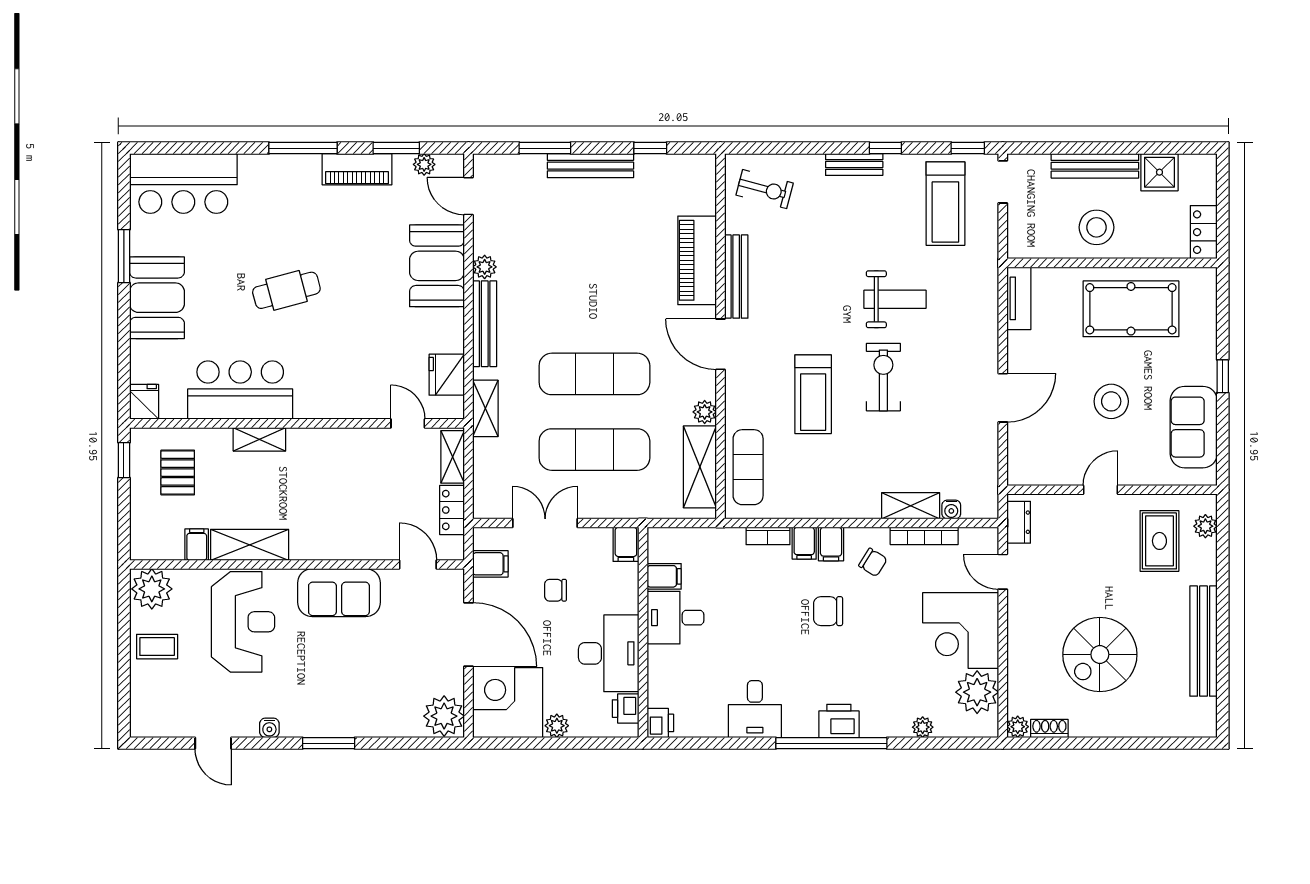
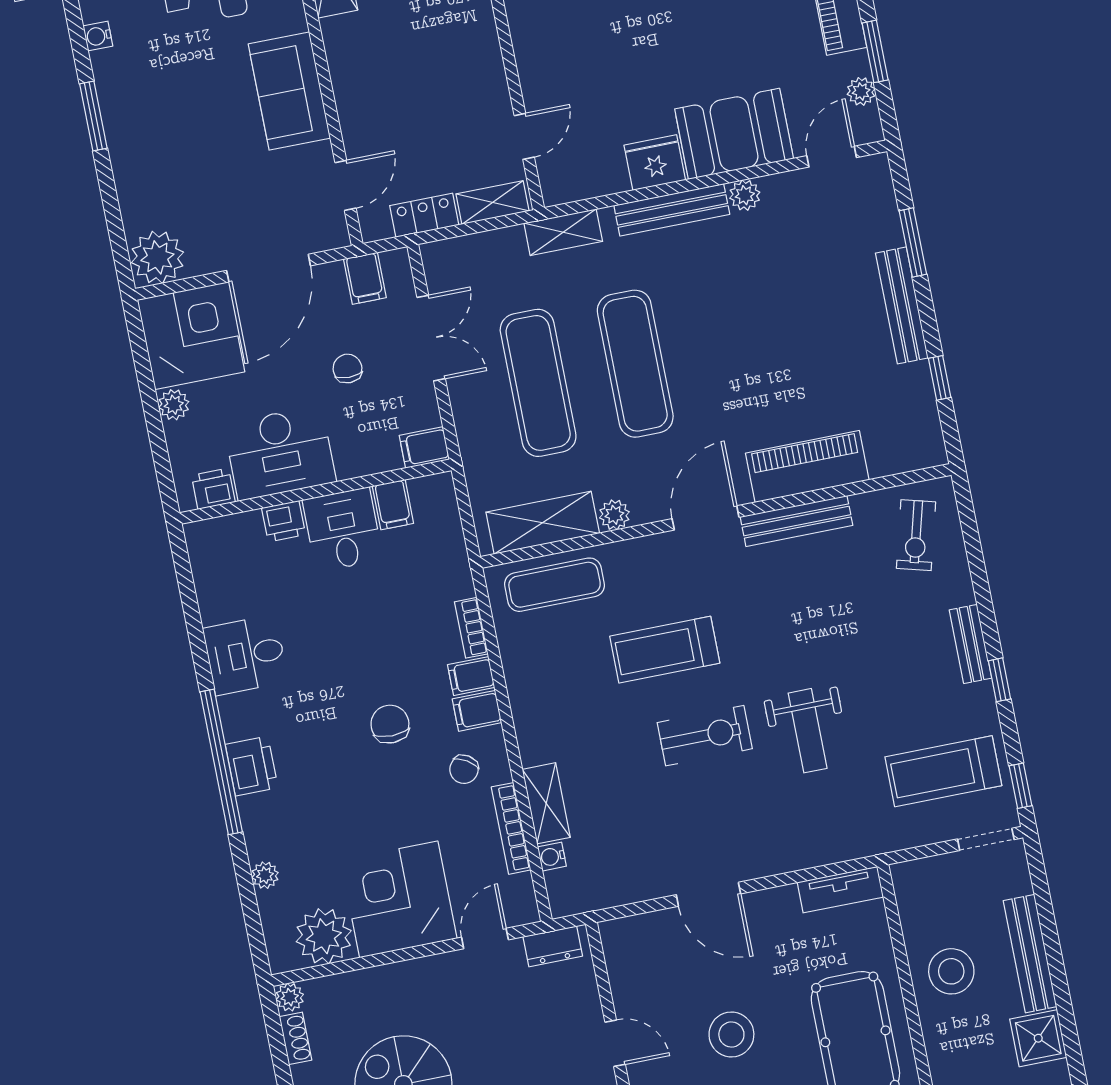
fridge: (447, 375) -> (655, 163), moved
printer: (660, 723) -> (284, 521), moved

